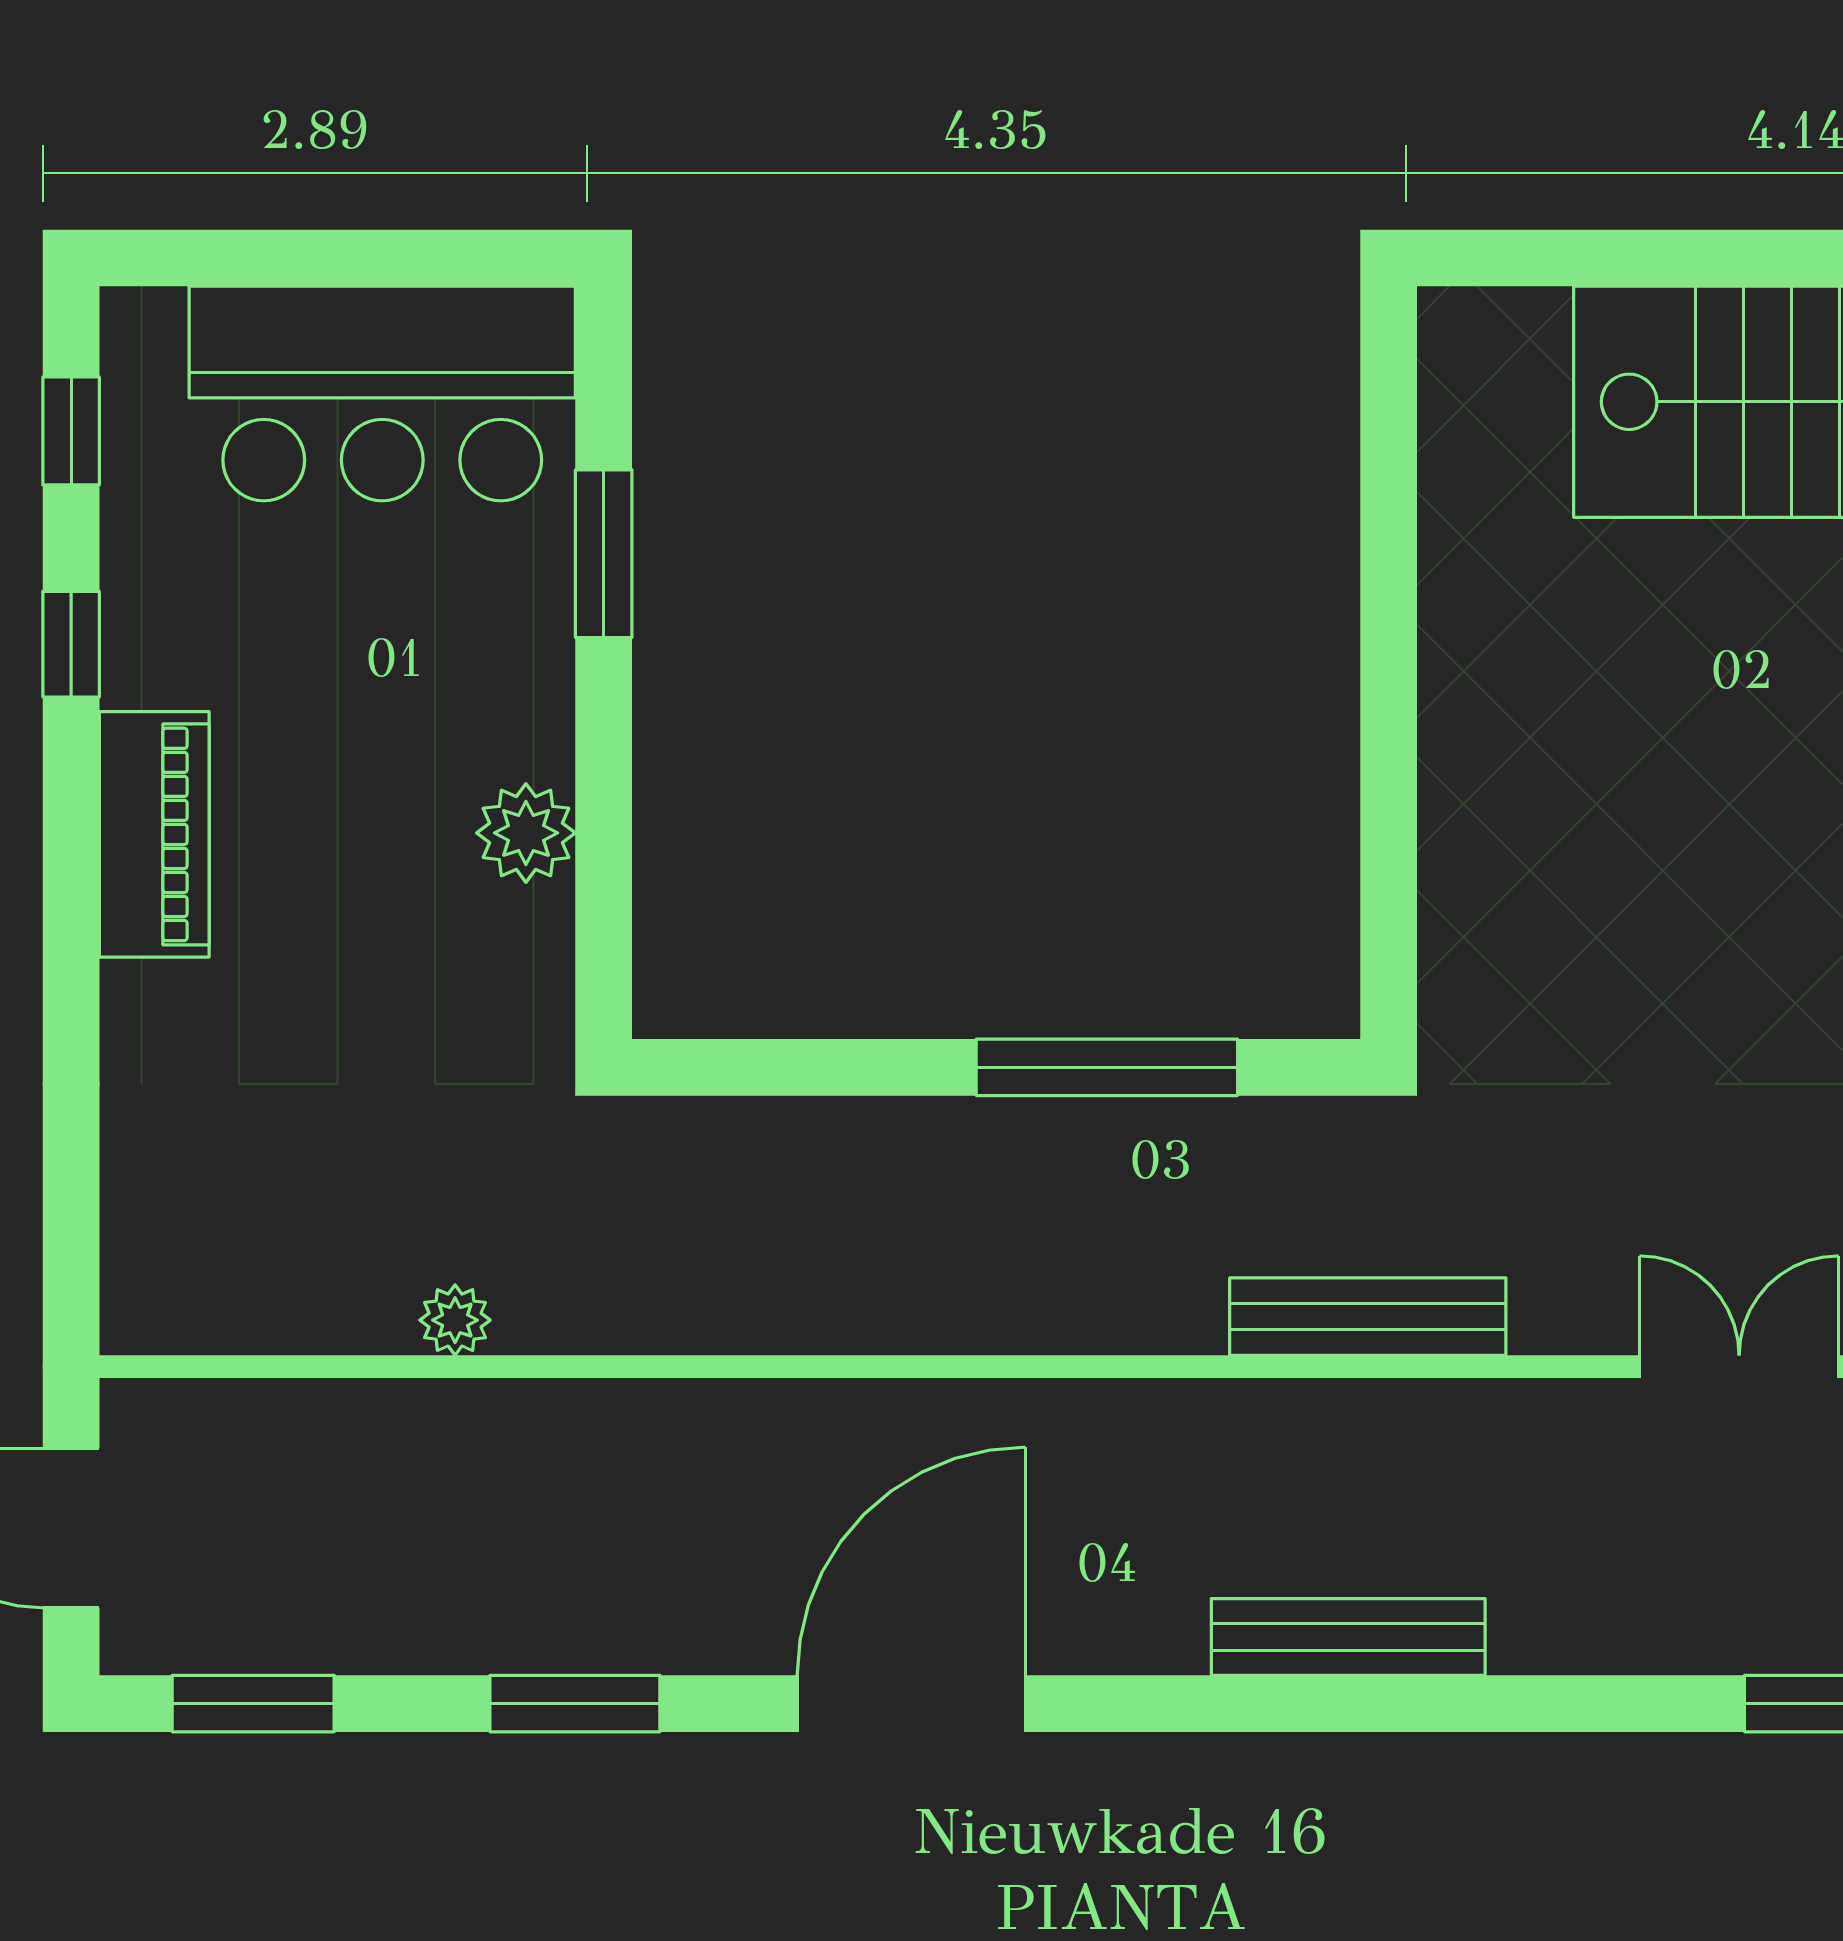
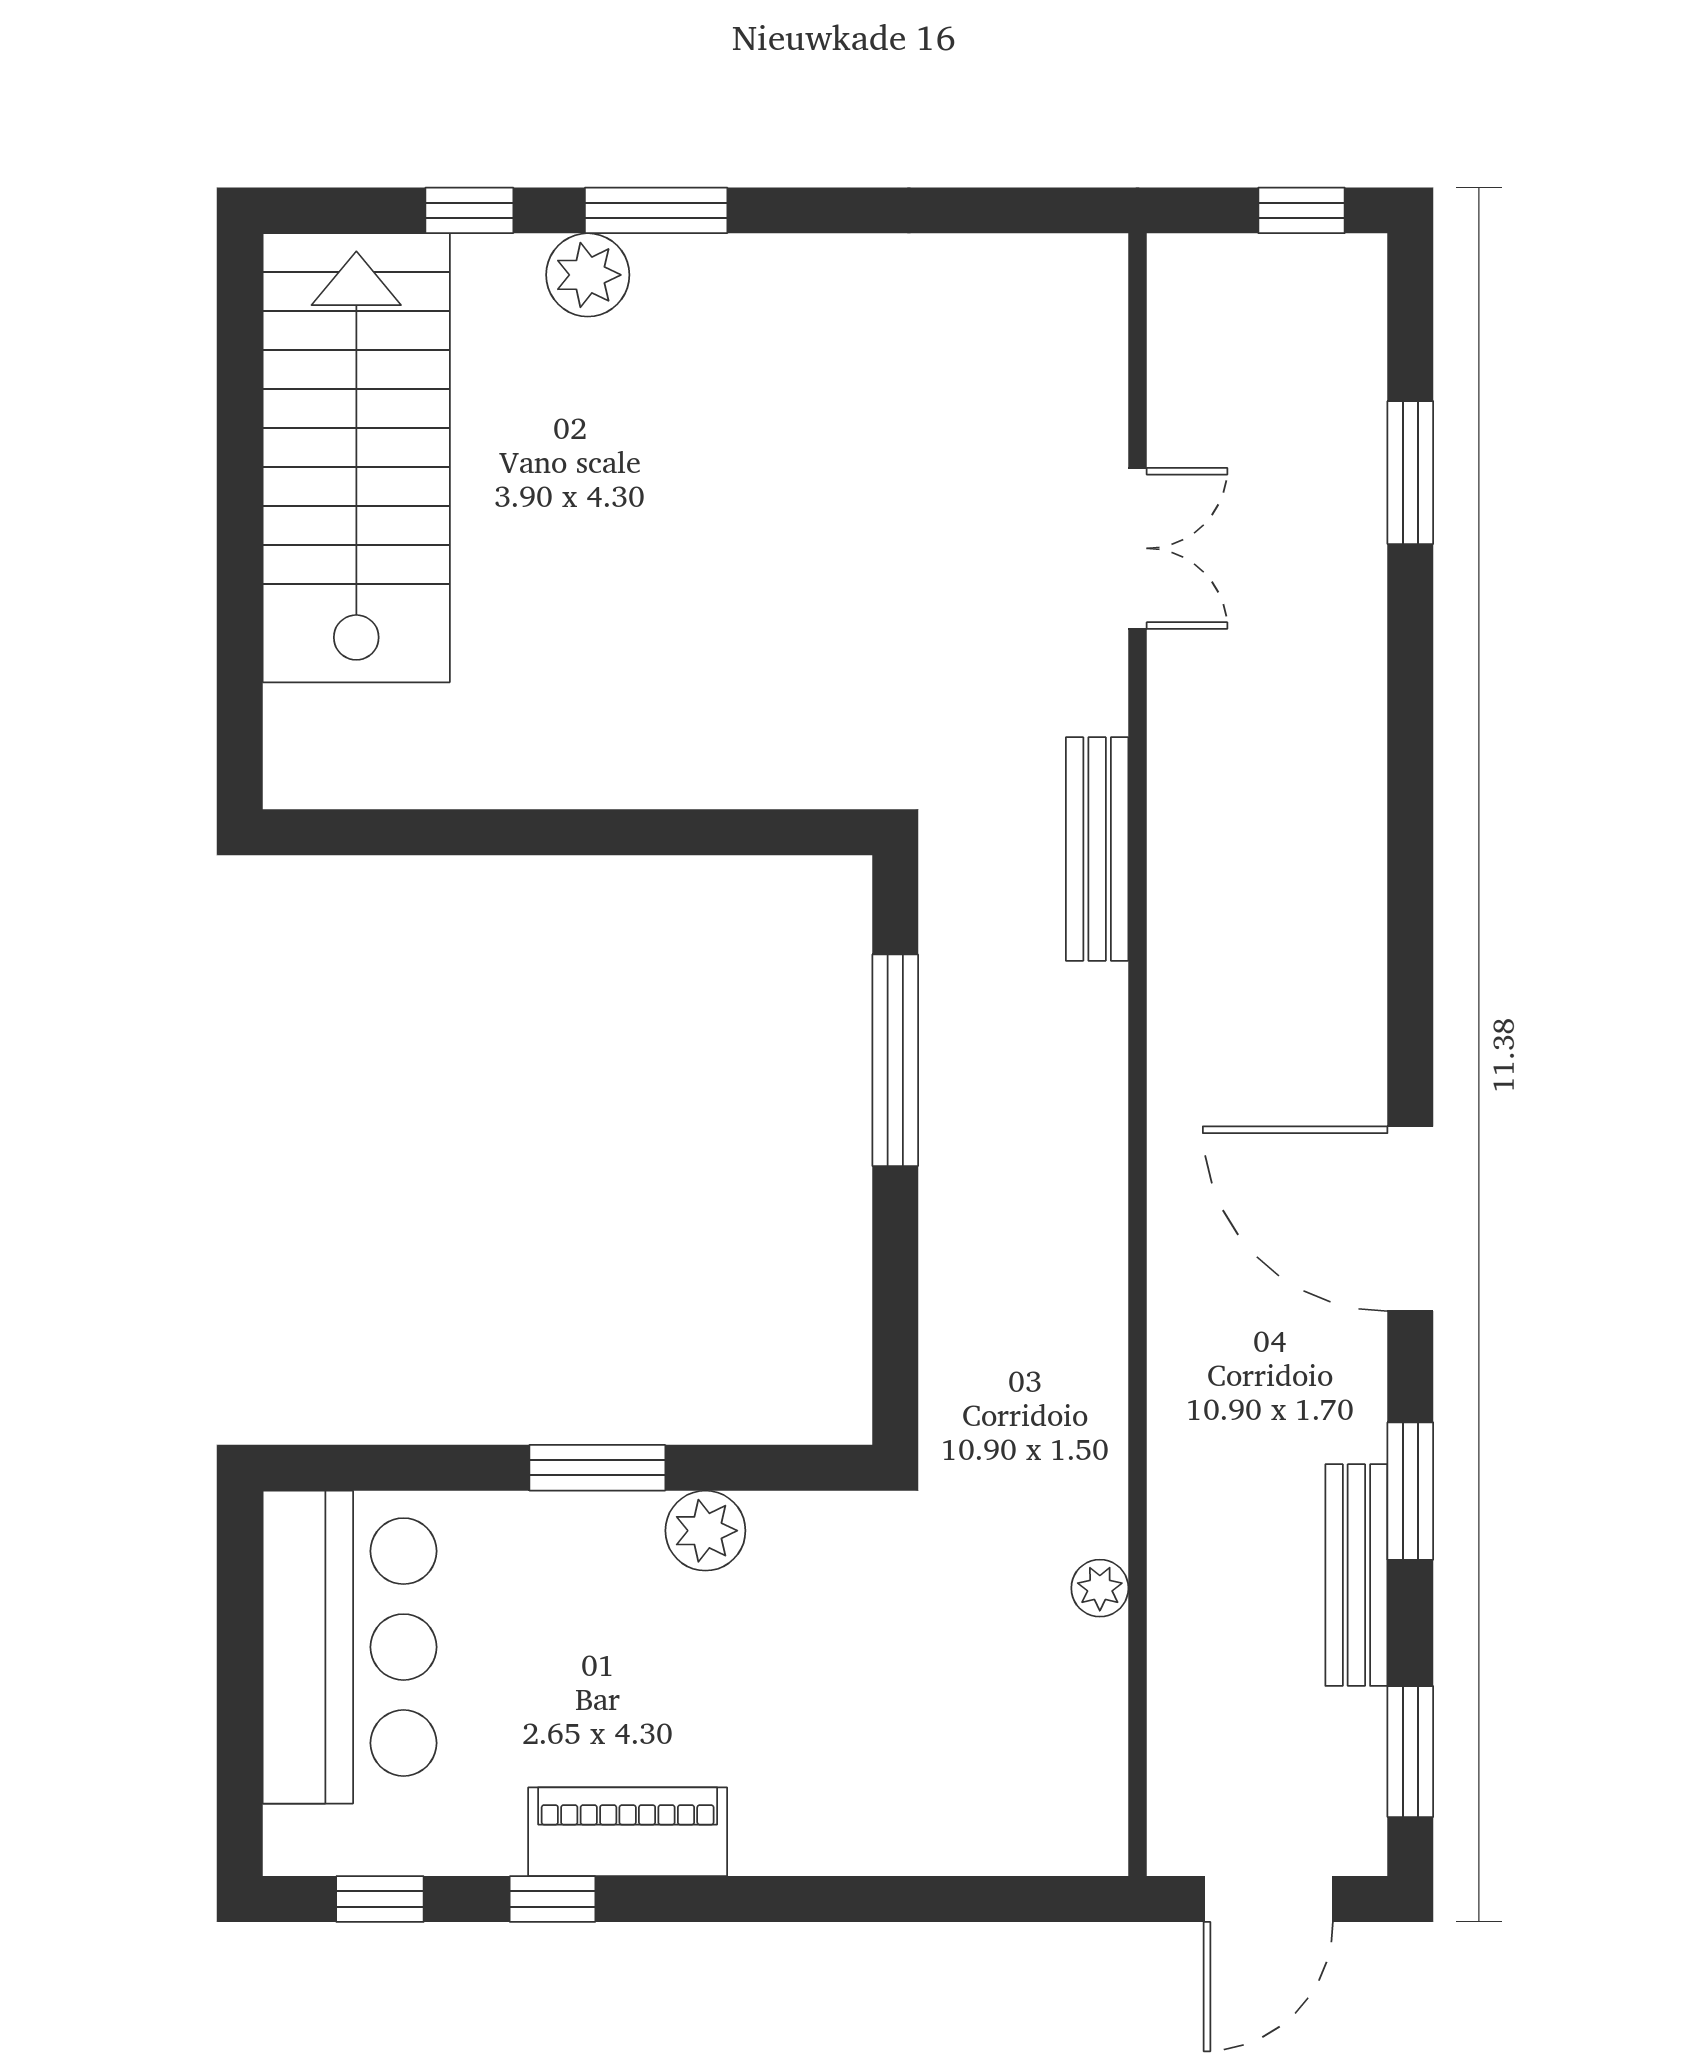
window: (604, 554) -> (597, 1468), moved
piano: (154, 834) -> (628, 1832), moved
double door: (1739, 1367) -> (1138, 548), swing flipped
bench: (1348, 1637) -> (1356, 1575), moved

